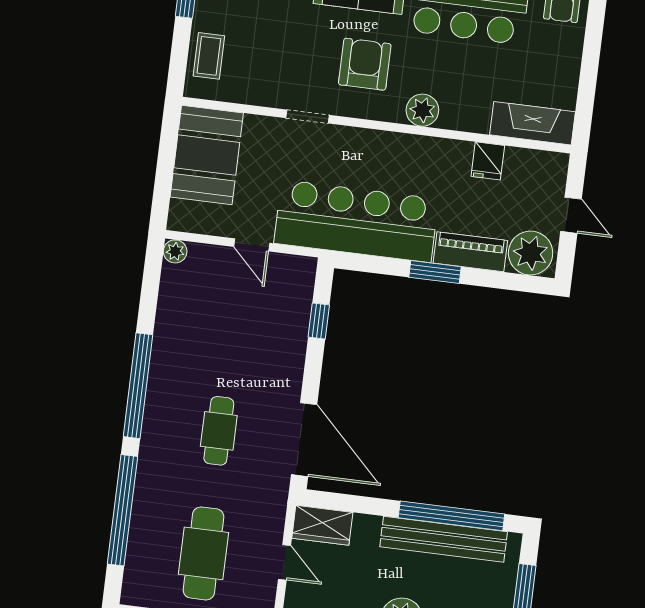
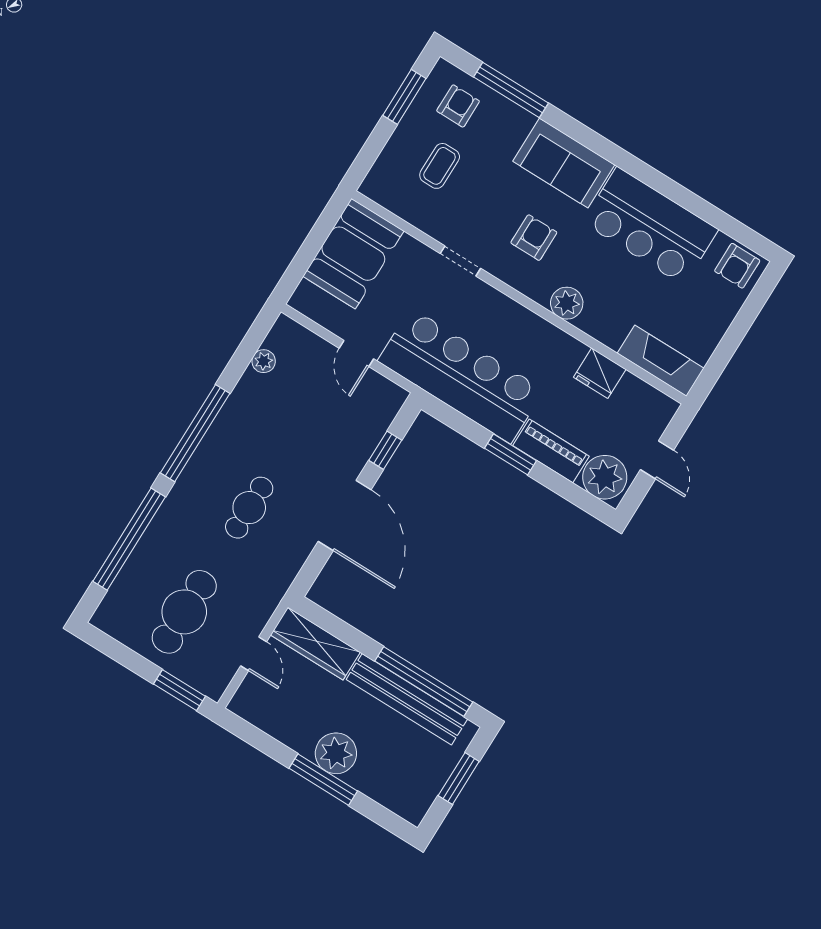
coffee table: (209, 56) -> (440, 166), moved
armchair: (365, 64) -> (534, 238), width x0.72, depth x0.72
fridge: (488, 161) -> (600, 373), width x1.38
plant: (175, 251) -> (264, 361), moved
door: (304, 440) -> (345, 515), moved
wardrobe: (322, 525) -> (315, 644), width x1.50

